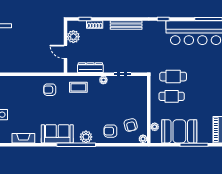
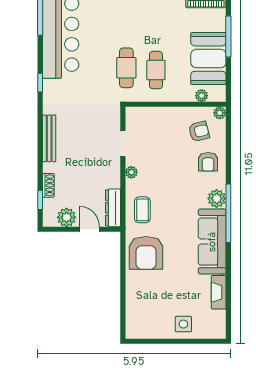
door: (65, 52) -> (89, 229), swing flipped
dresser: (90, 68) -> (113, 208), moved
armchair: (50, 90) -> (146, 253), width x1.88, depth x1.88
sofa: (57, 134) -> (212, 242), width x1.36

